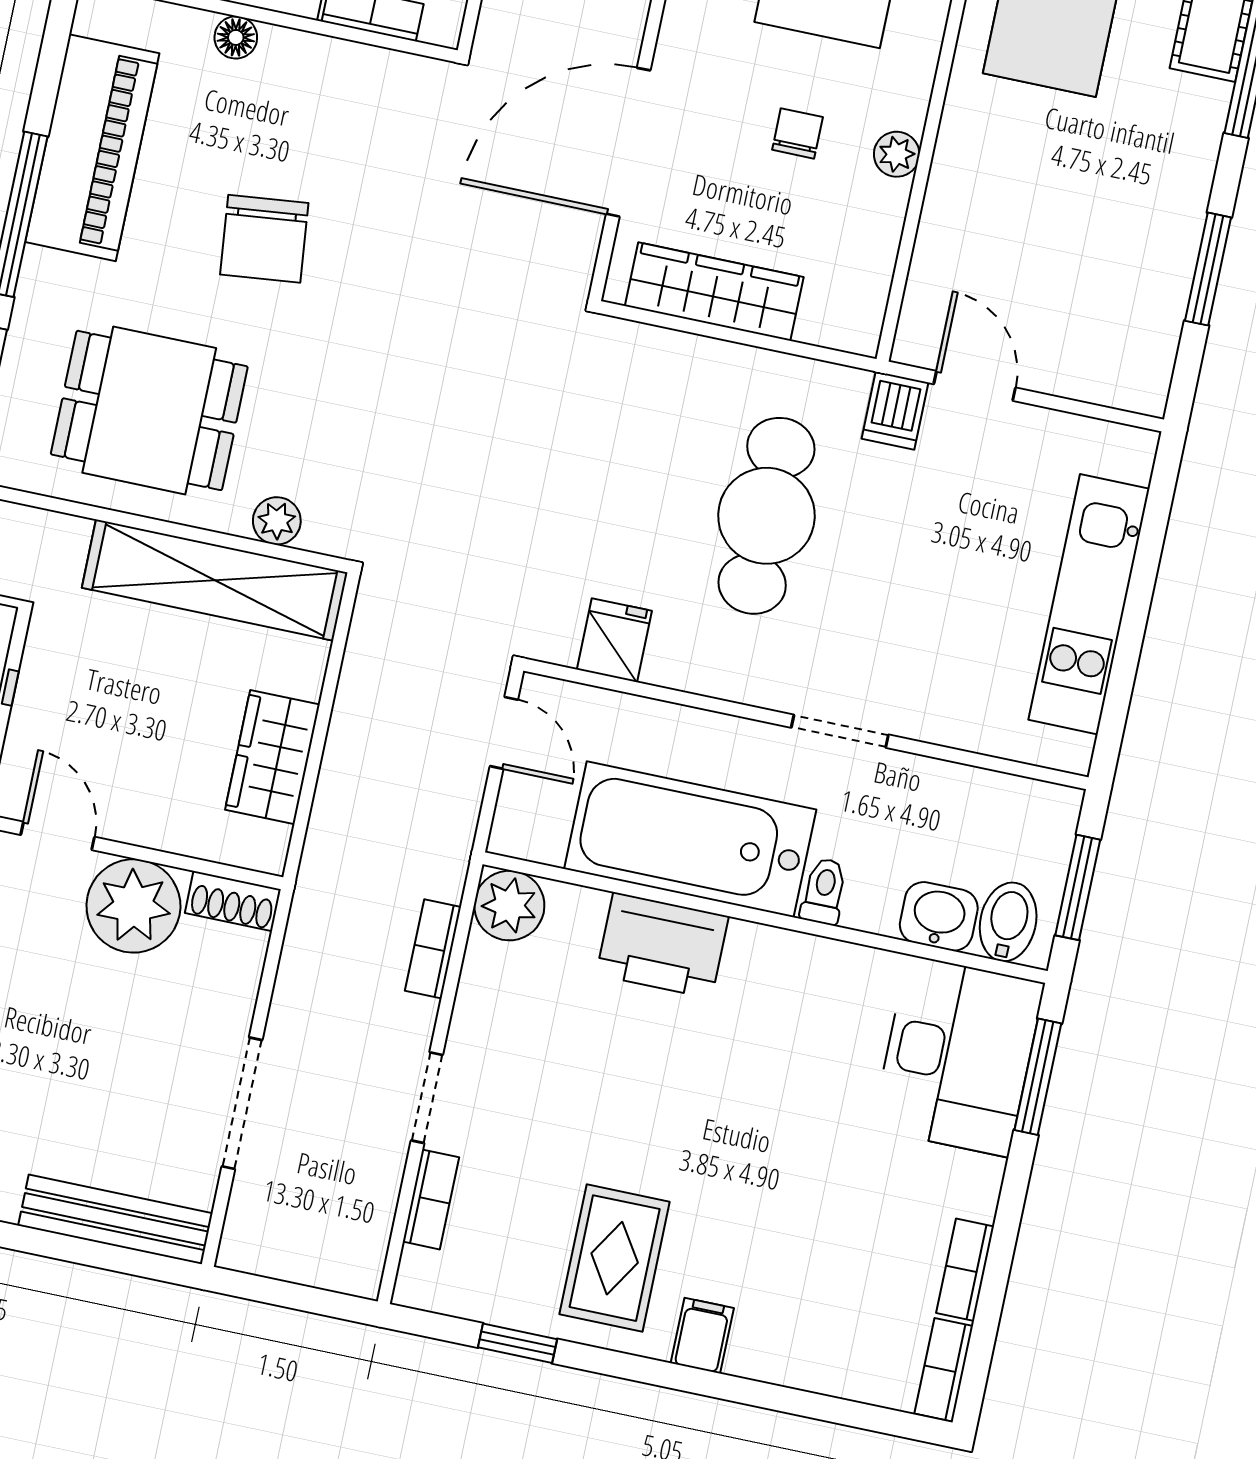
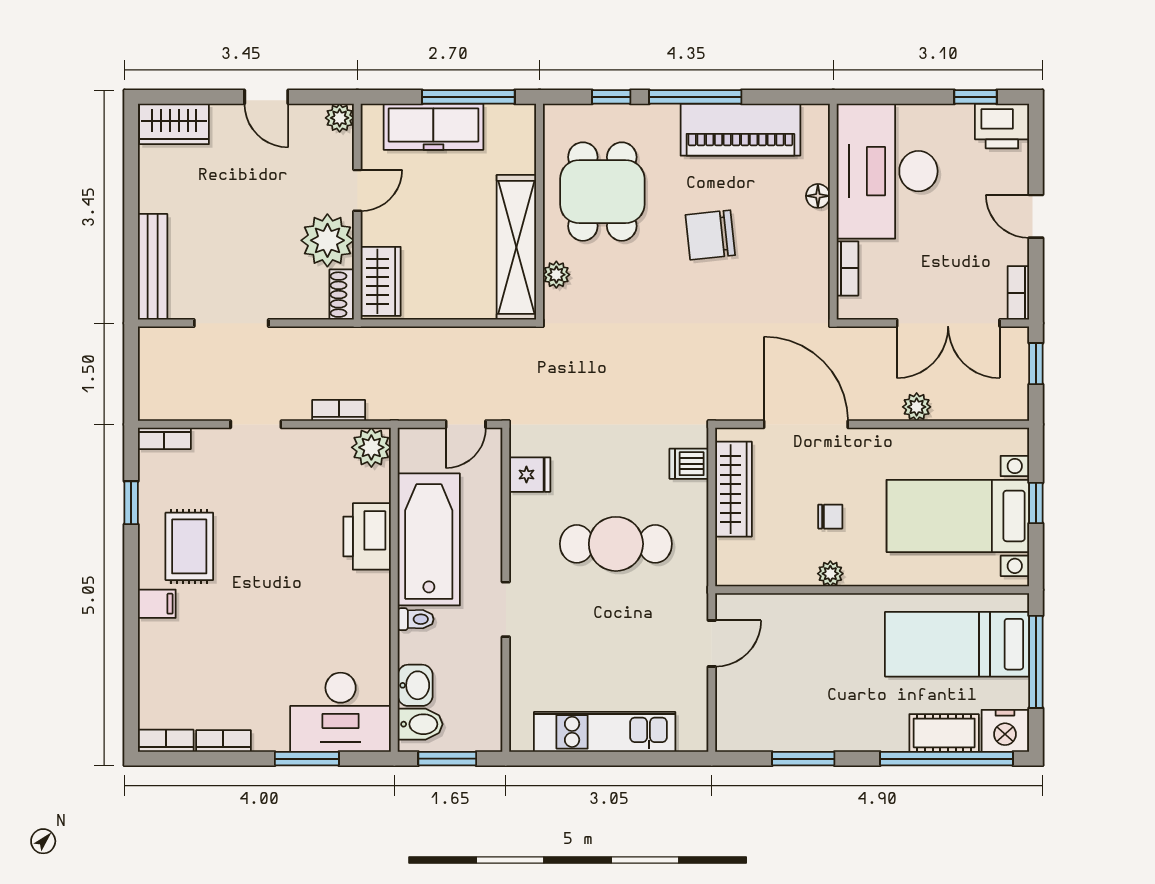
dishwasher: (895, 411) -> (689, 464), moved
wardrobe: (272, 757) -> (381, 281), moved, turned 90
window: (1038, 1077) -> (307, 759), moved
bookcase: (431, 1199) -> (164, 438), moved
rug: (615, 1258) -> (189, 546), turned 90

